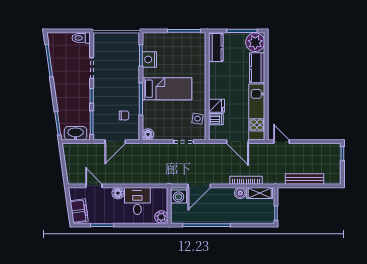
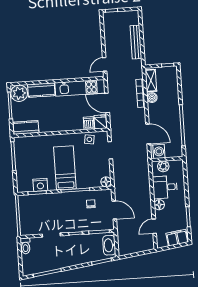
fridge: (217, 106) -> (100, 122), moved
door: (237, 142) -> (107, 103), swing flipped
plant: (161, 217) -> (163, 166), moved

